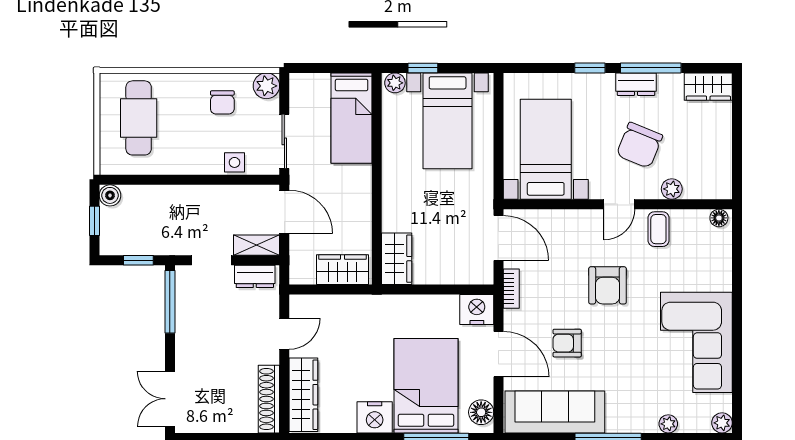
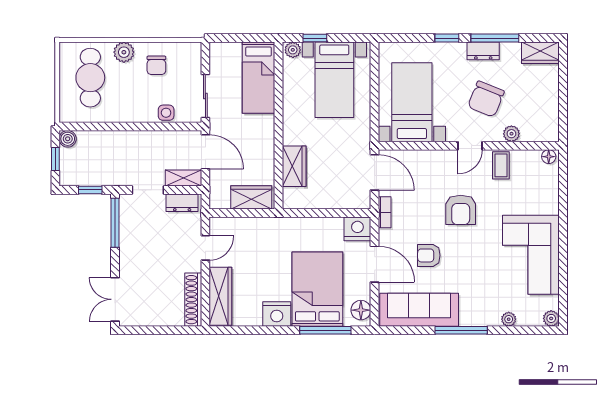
plant: (266, 86) -> (124, 52), moved
wardrobe: (397, 259) -> (294, 166), moved

